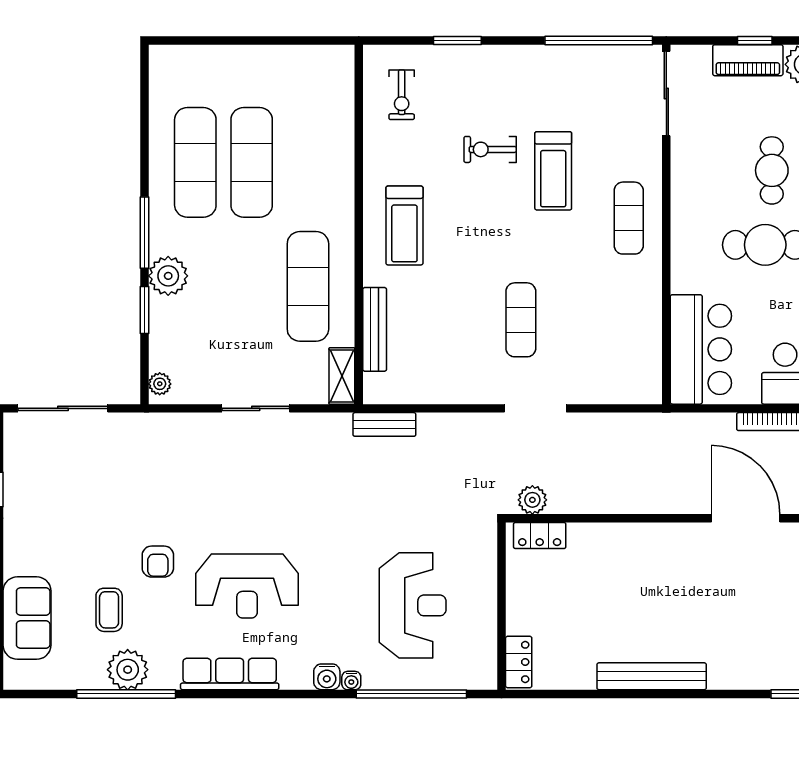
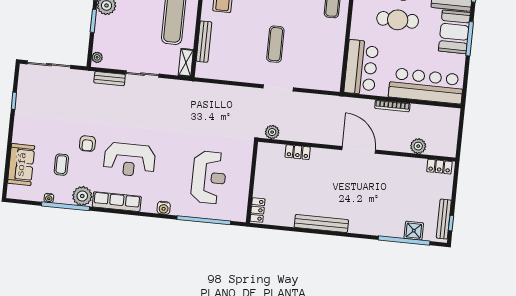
bench: (384, 424) -> (110, 79), moved
door: (746, 518) -> (359, 150), moved
locker: (540, 535) -> (298, 152), moved
plant: (128, 670) -> (82, 196), moved
water cooler: (351, 681) -> (49, 198), moved

